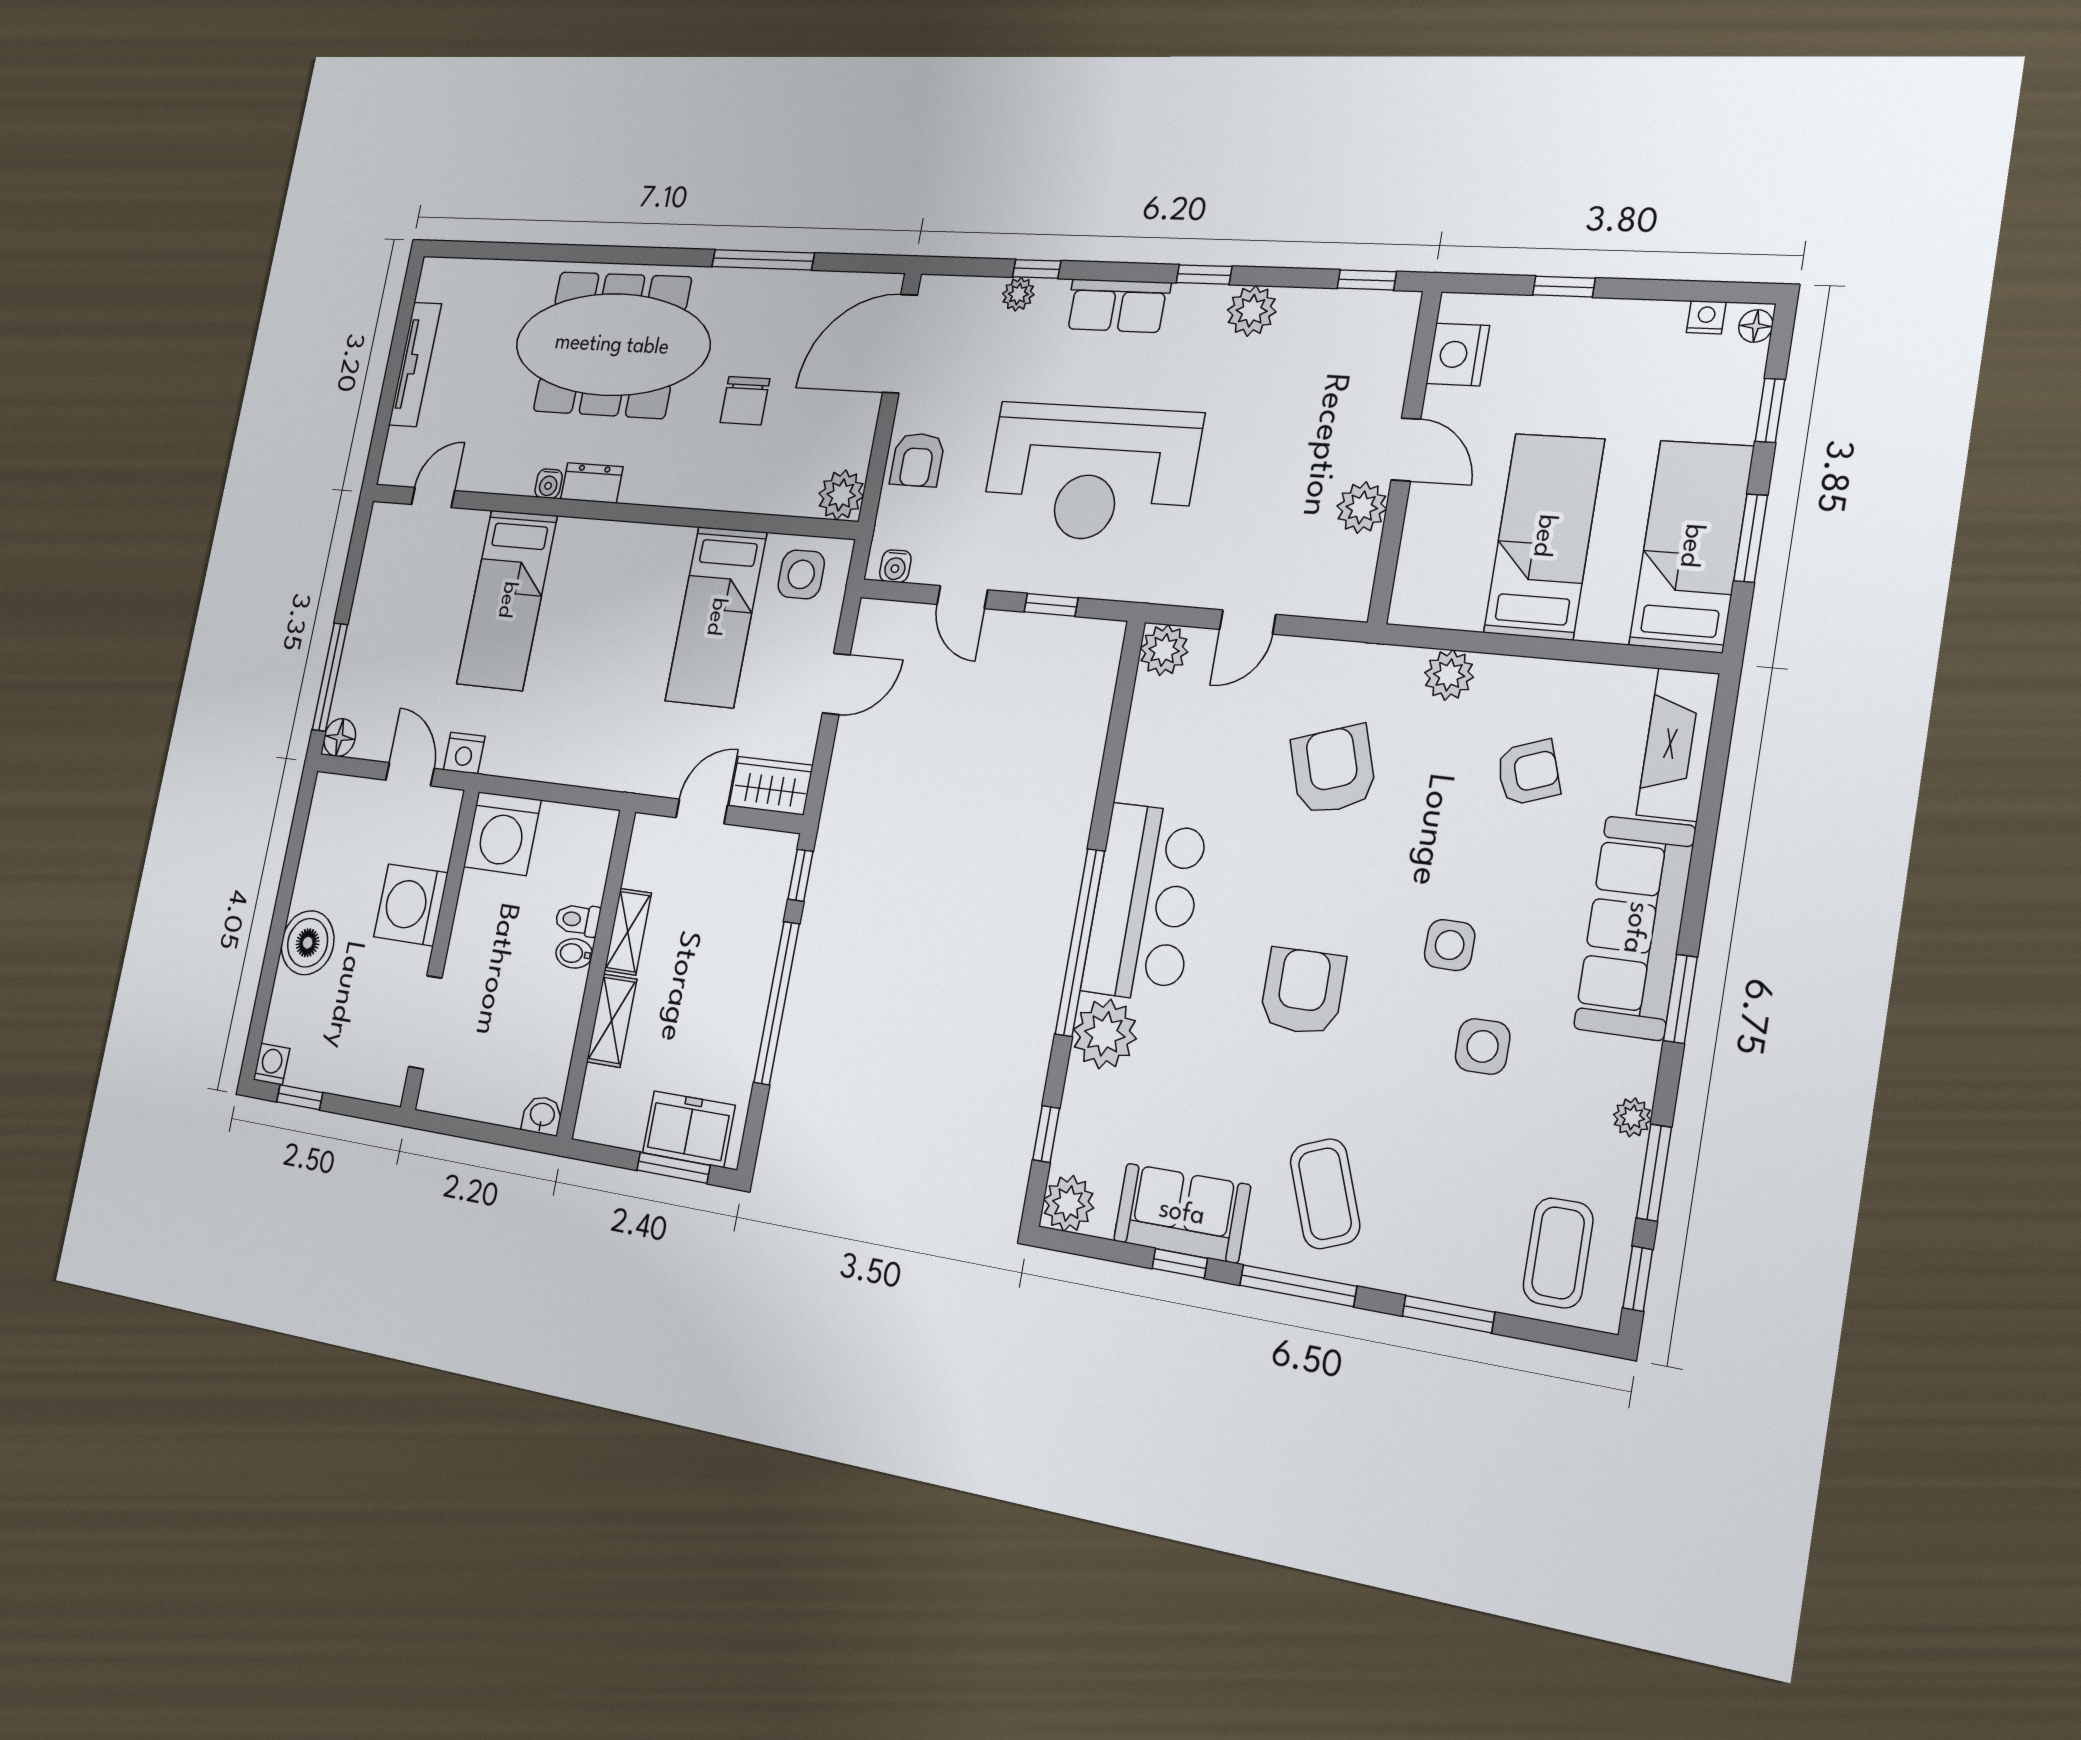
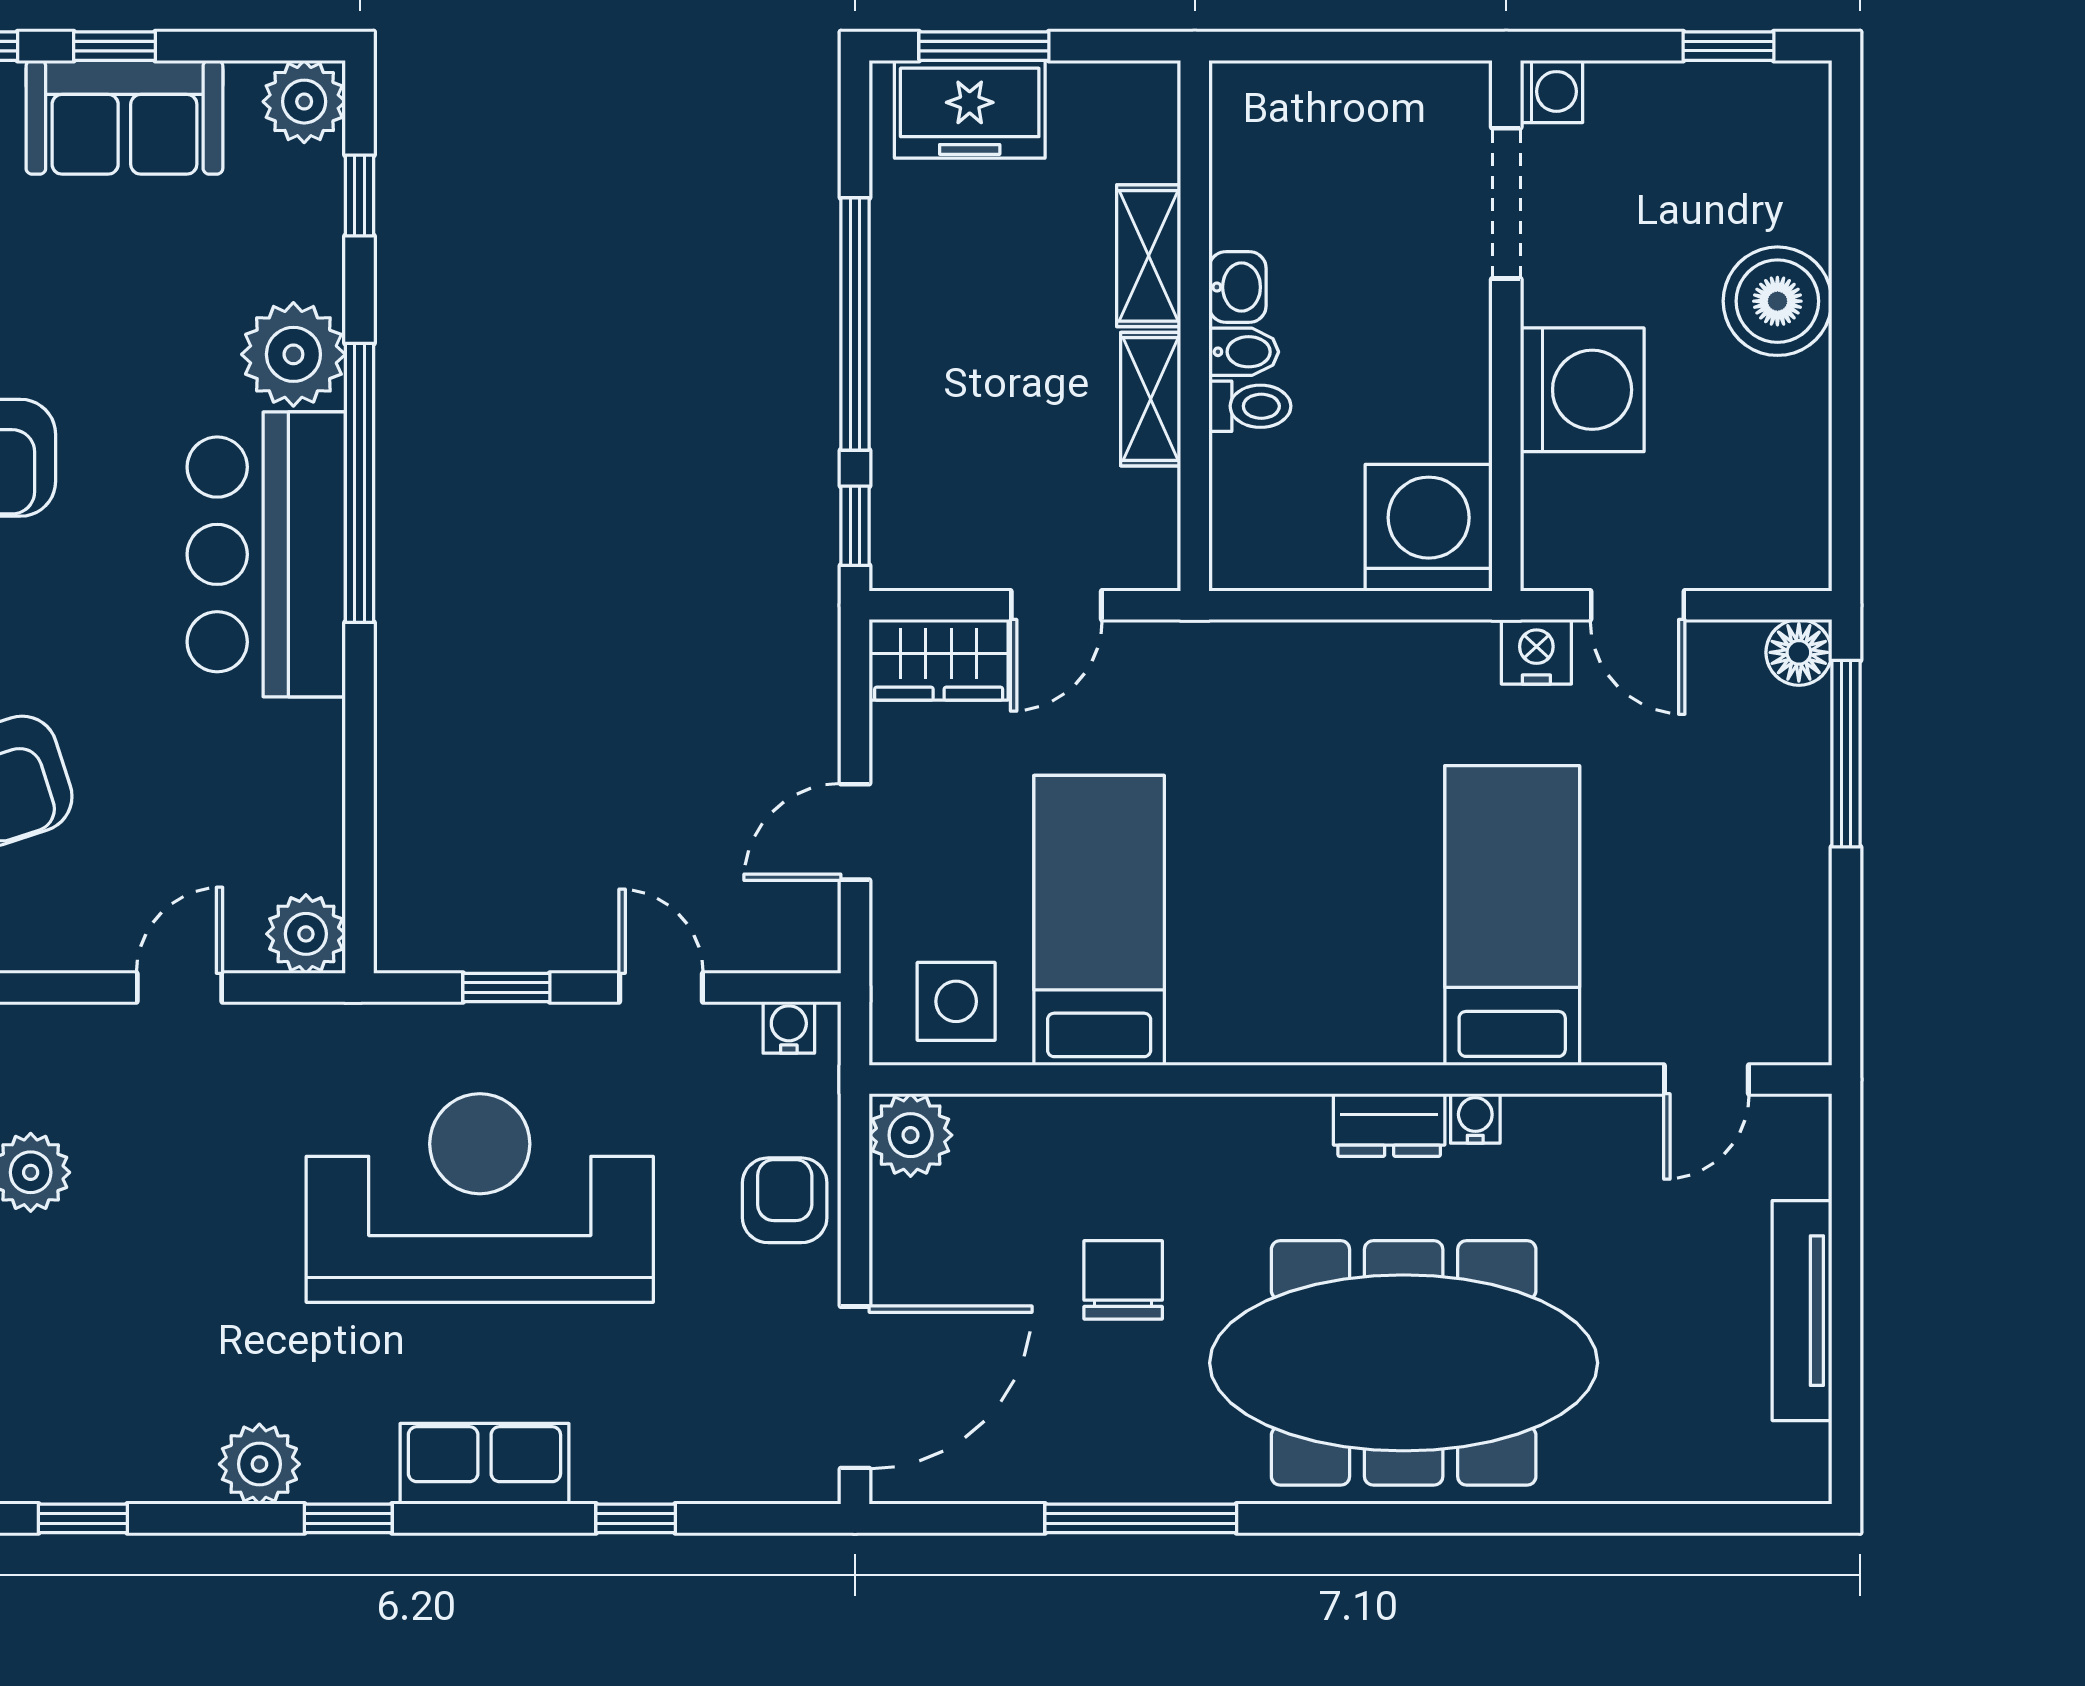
plant: (1018, 294) -> (660, 1476), removed
washing machine: (271, 1064) -> (1551, 91), moved, turned -90
washbasin: (542, 1115) -> (1238, 287), moved, turned -90

